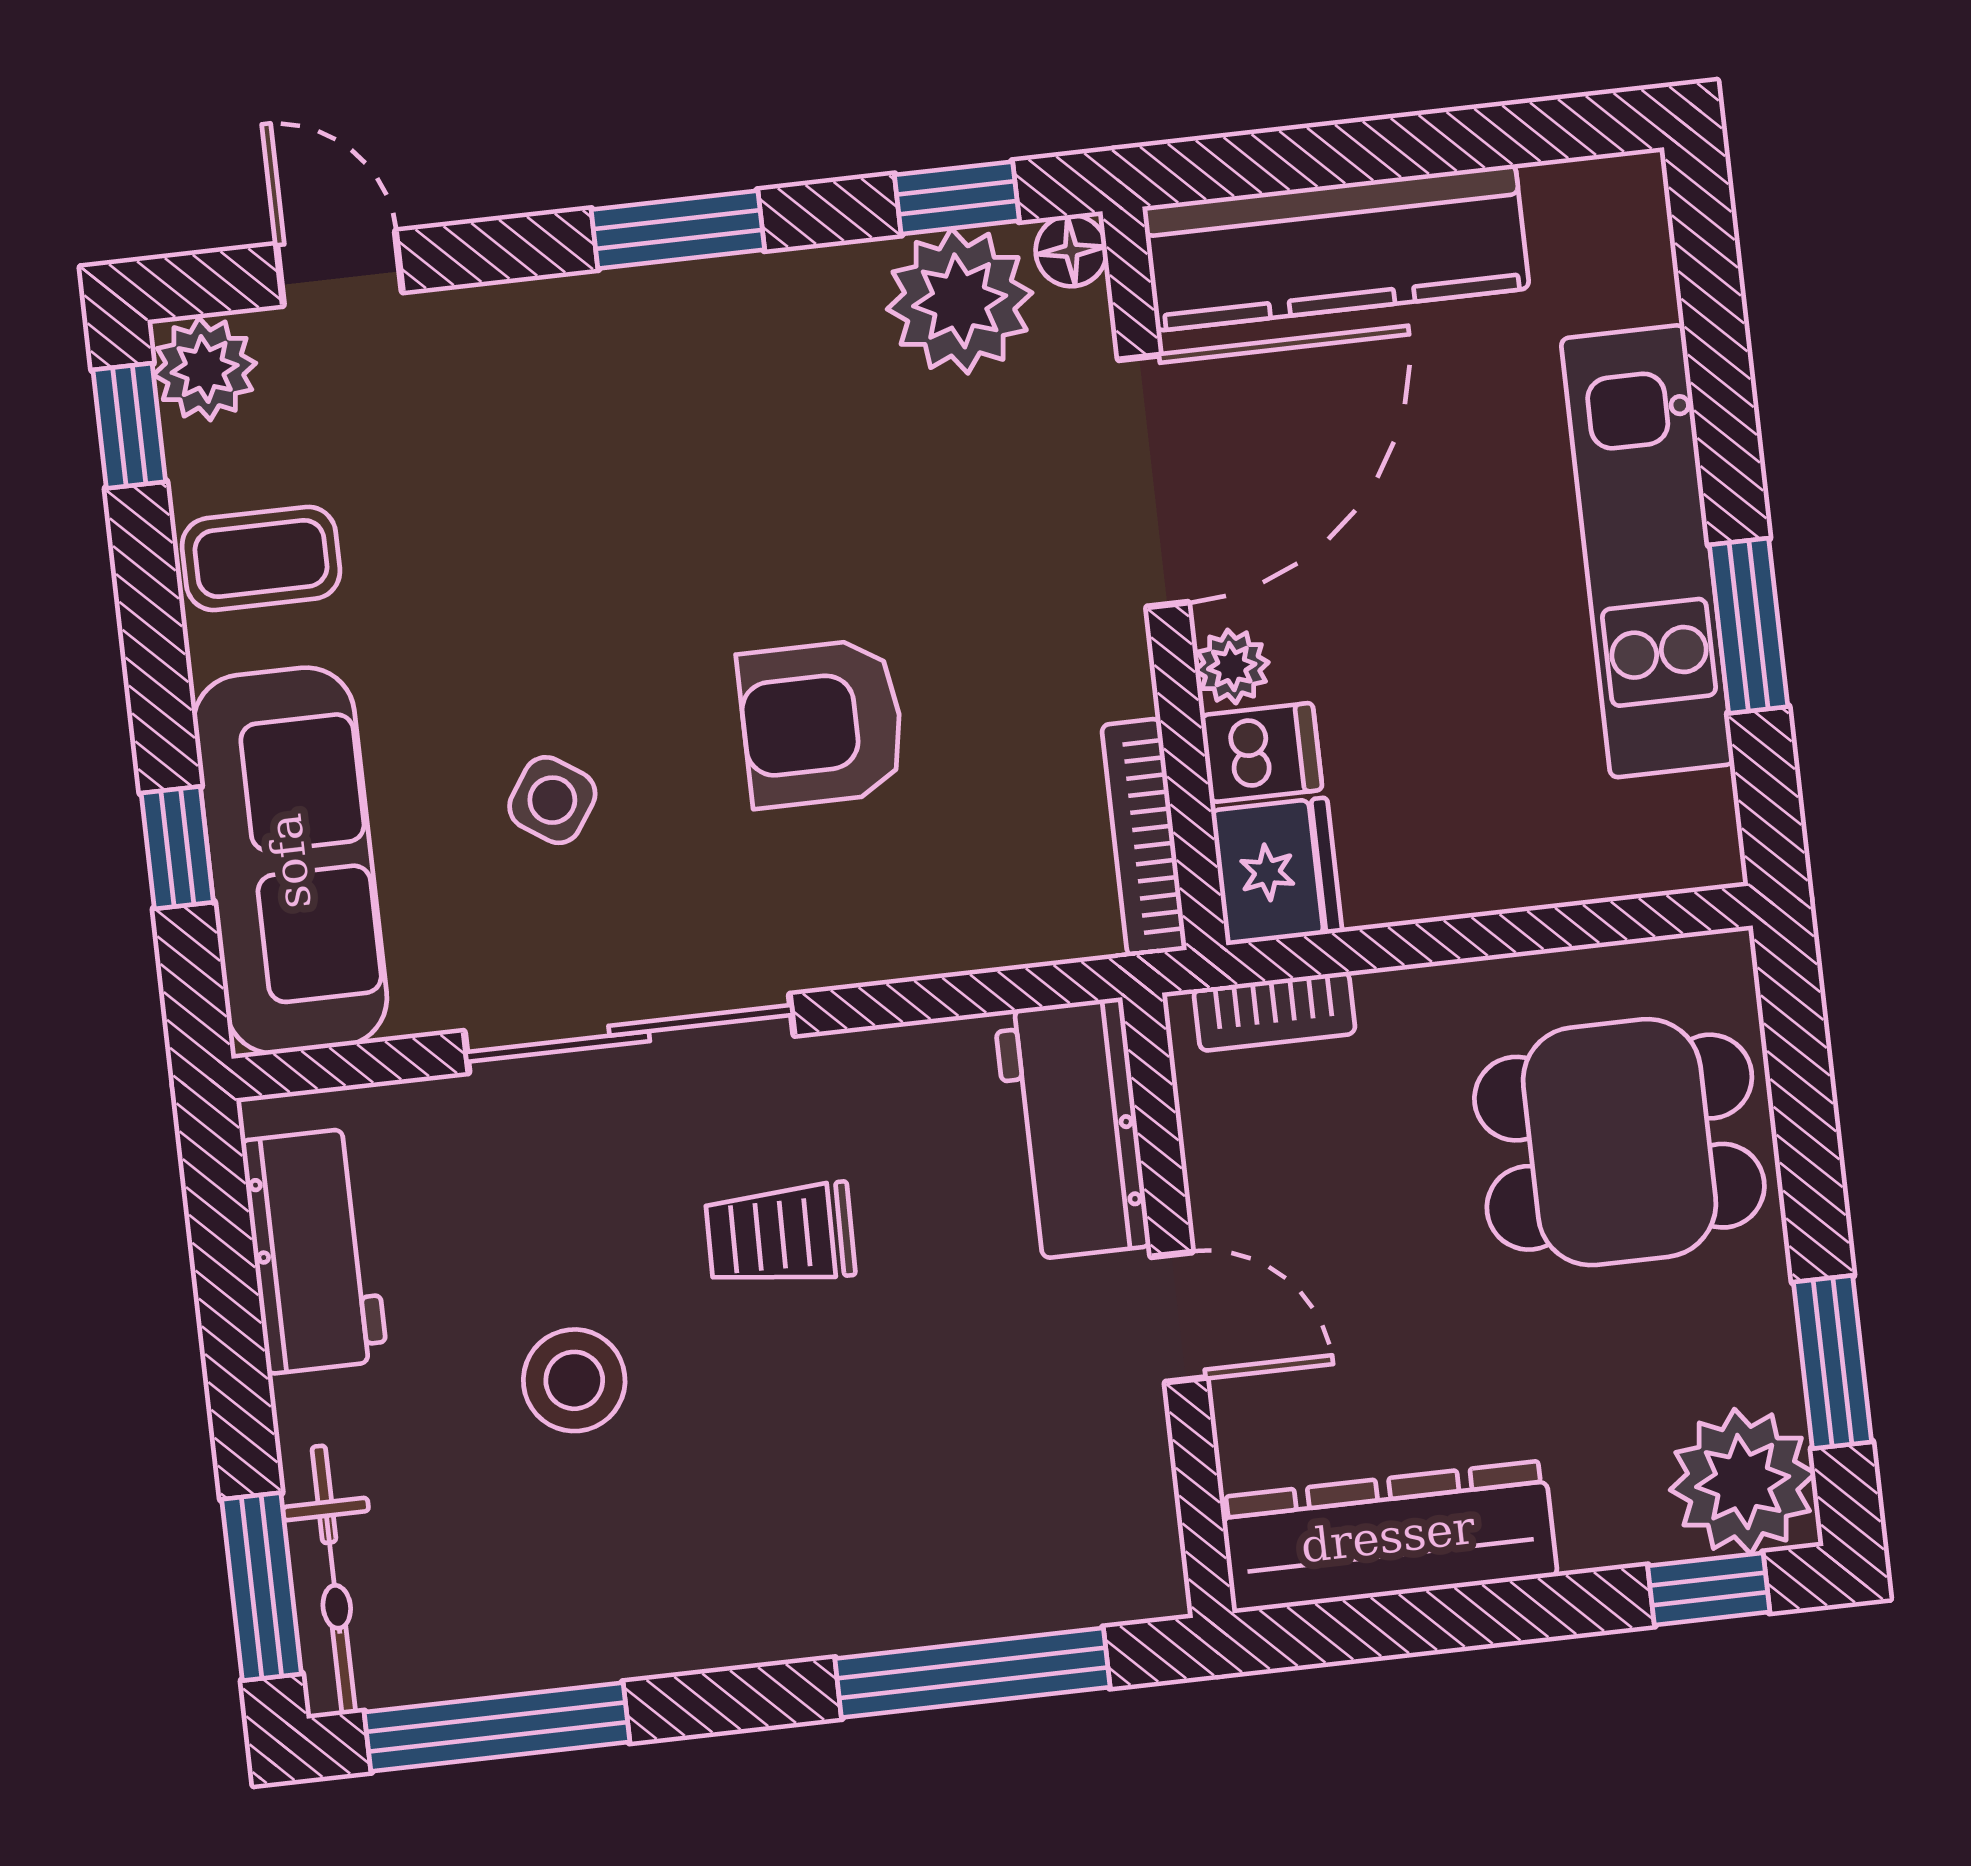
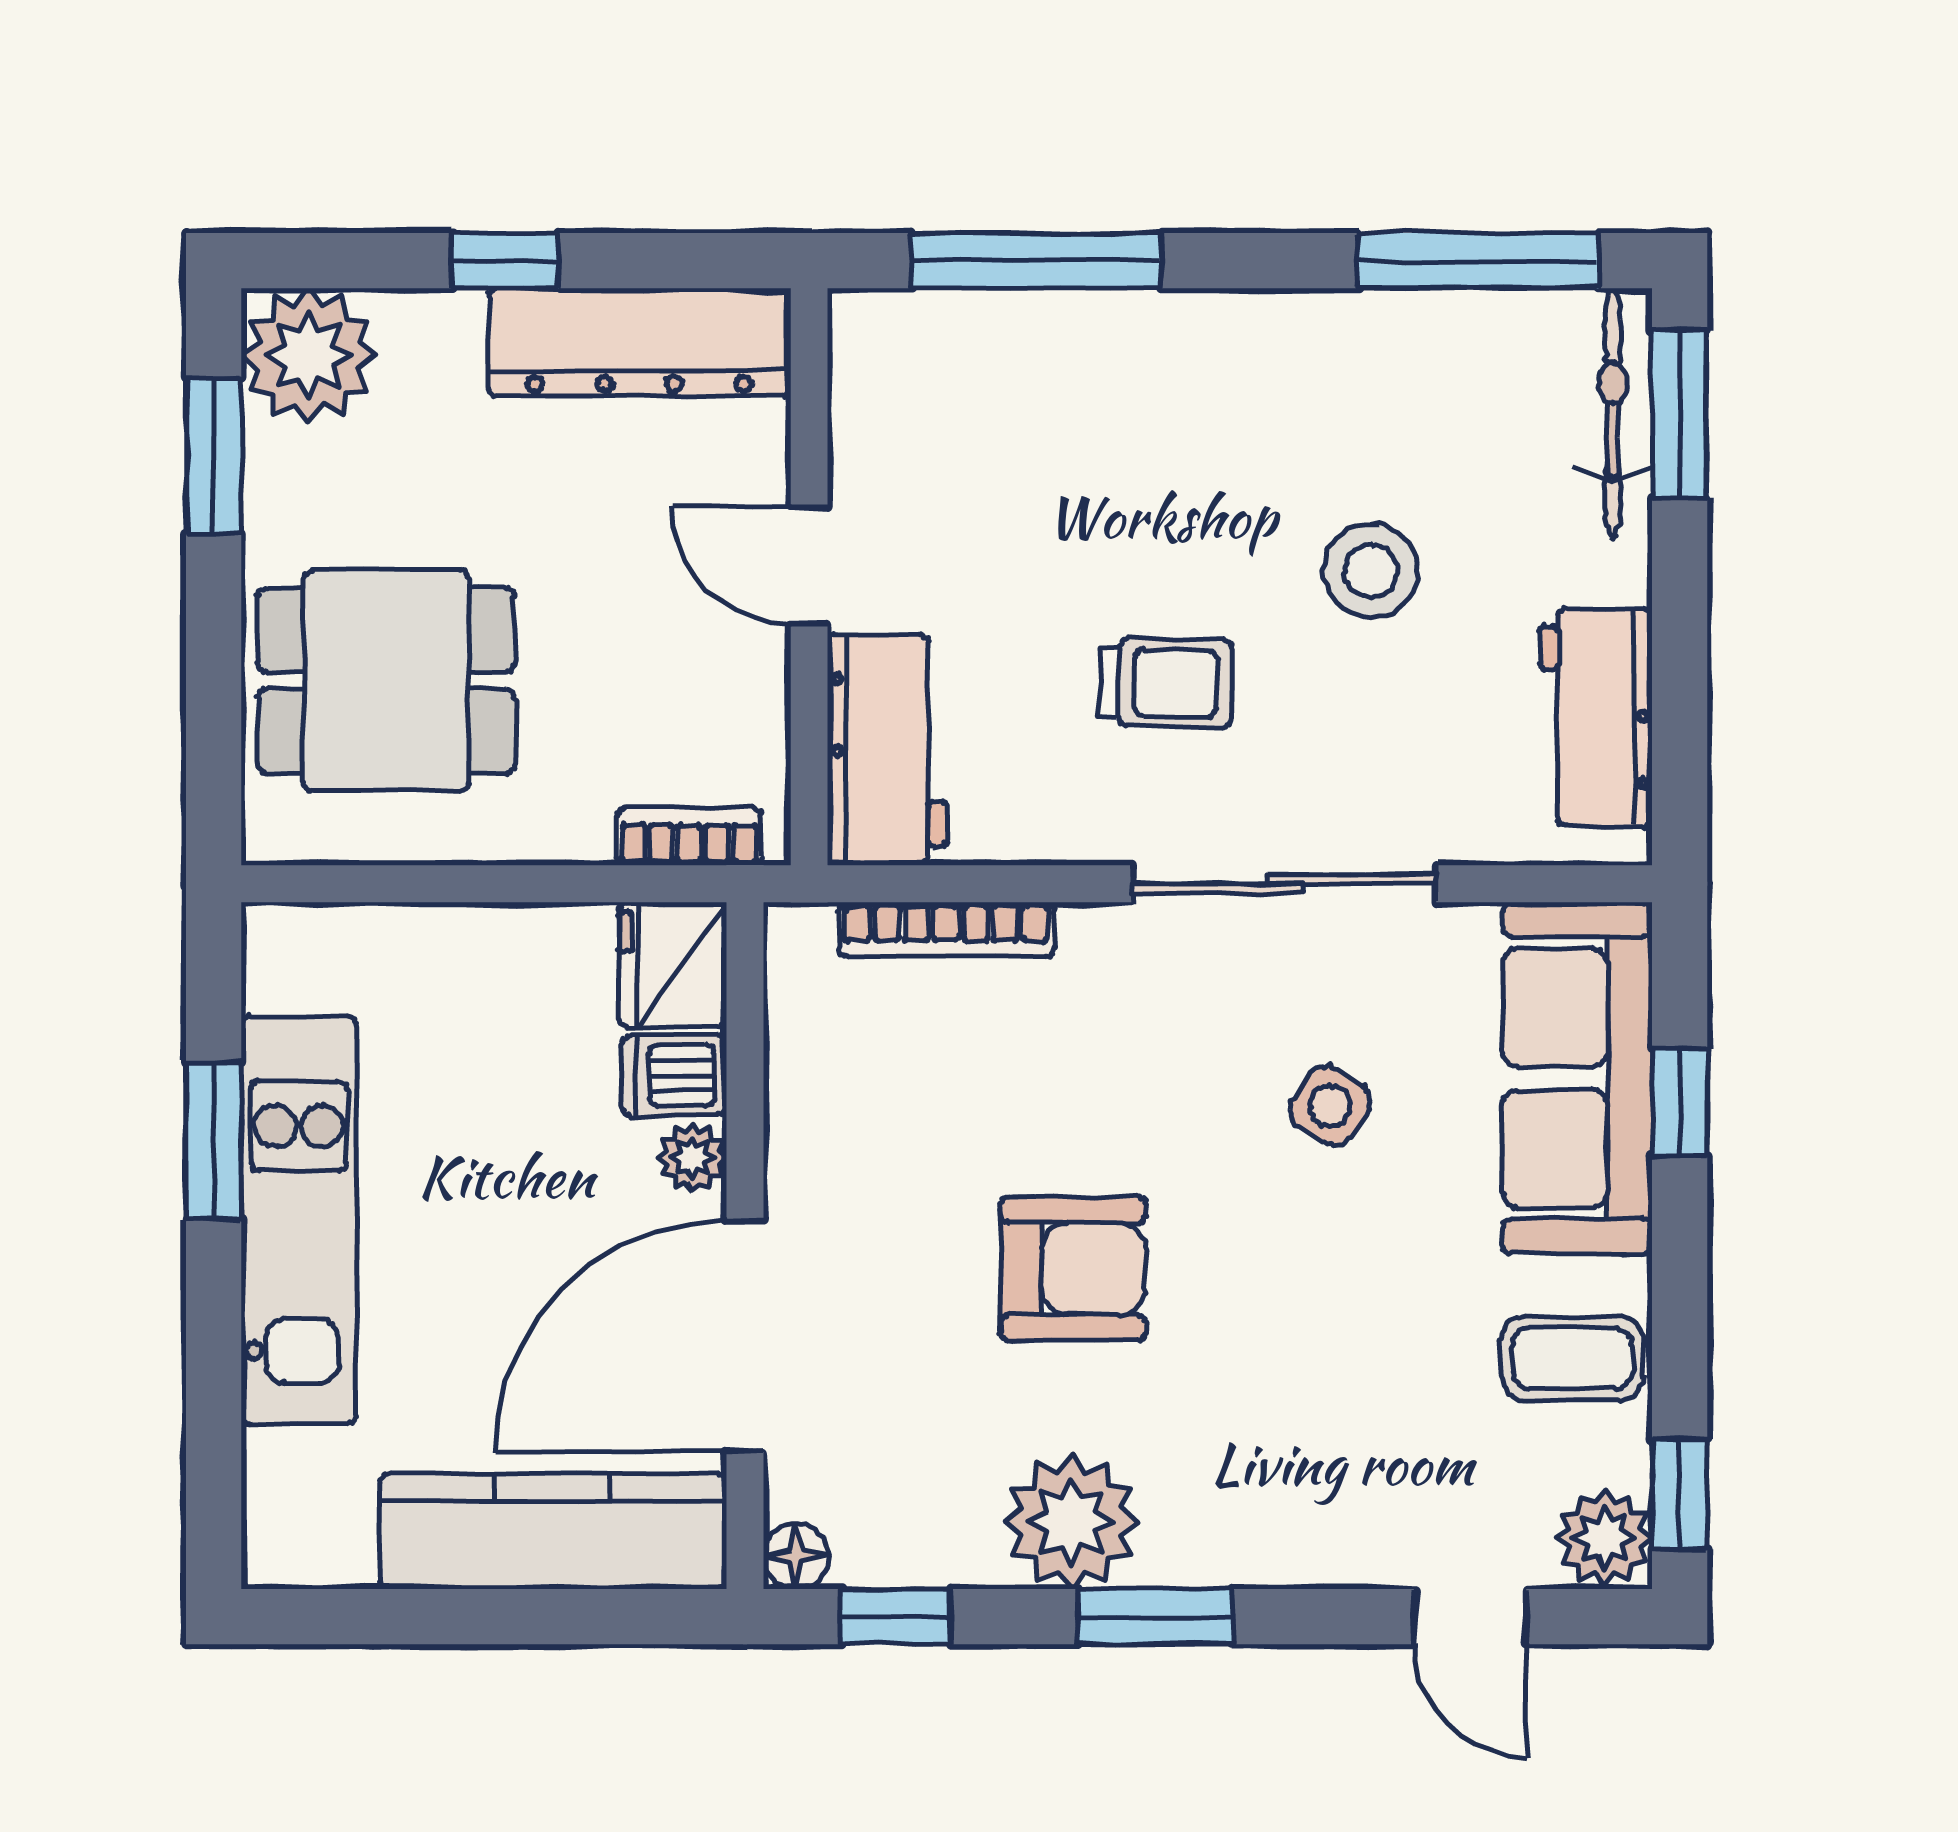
plant: (960, 301) -> (1071, 1522), moved
armchair: (822, 723) -> (1073, 1269), moved
bookcase: (1144, 837) -> (946, 930), moved, turned 90
window: (1709, 1589) -> (505, 261), moved

